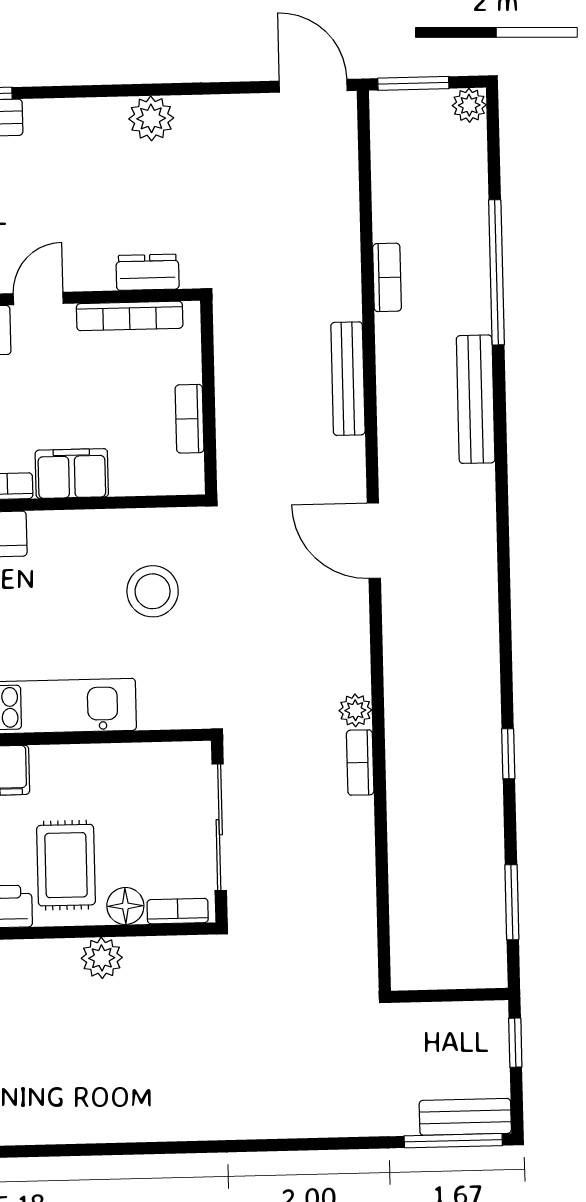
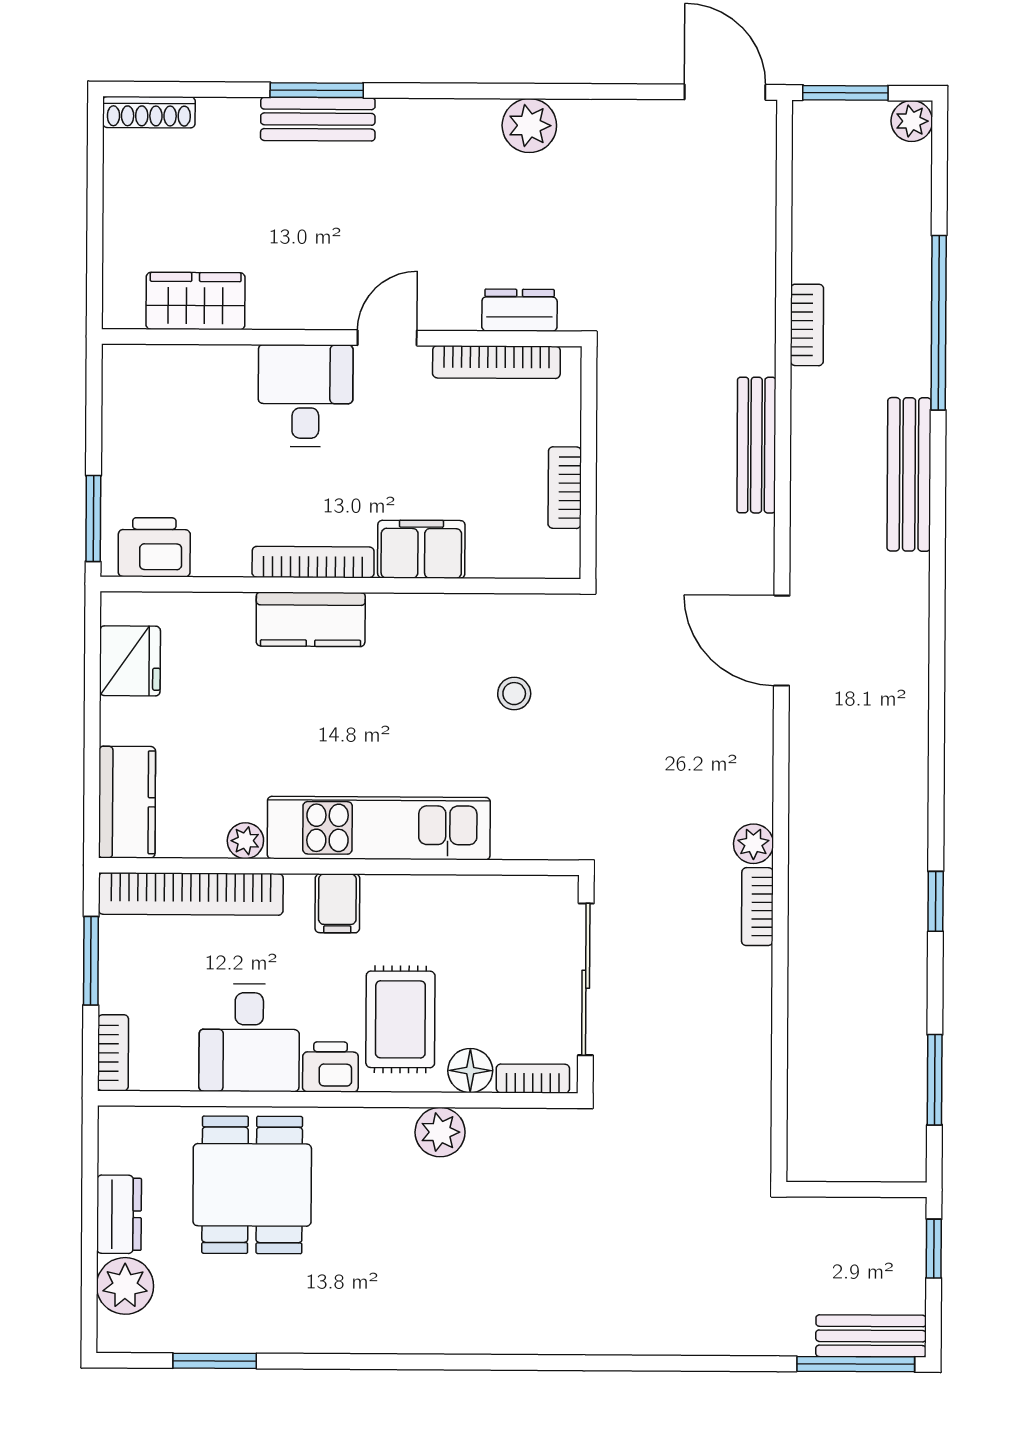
stool: (153, 591) -> (514, 694), width x0.53, depth x0.53

